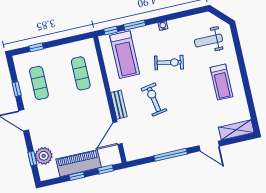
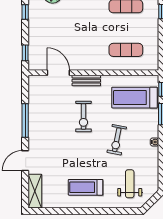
exercise bike: (154, 100) -> (83, 116), turned 100
piano: (79, 163) -> (37, 28), removed
window: (77, 176) -> (25, 12), moved

